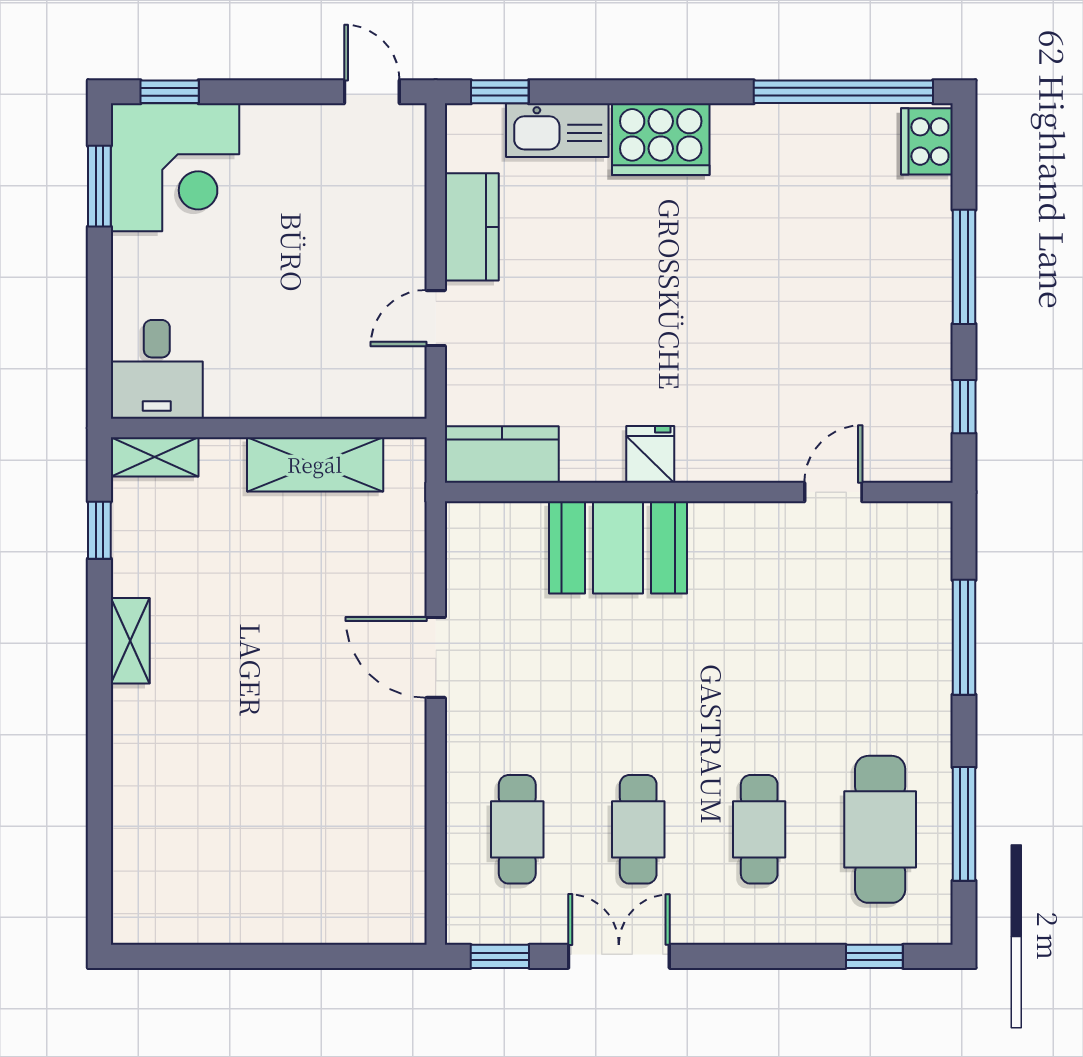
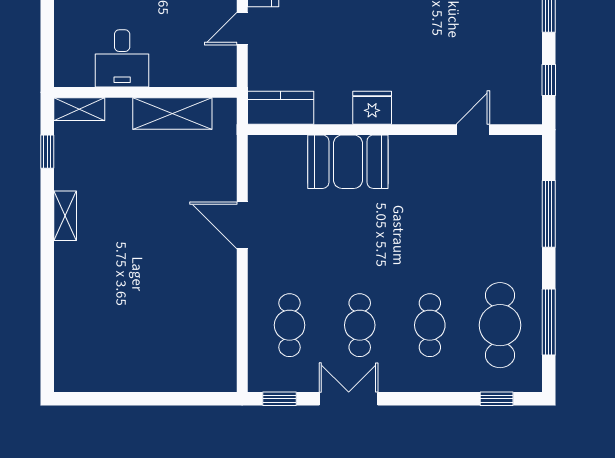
desk: (157, 369) -> (122, 58), moved
fridge: (650, 454) -> (372, 108), width x1.38

